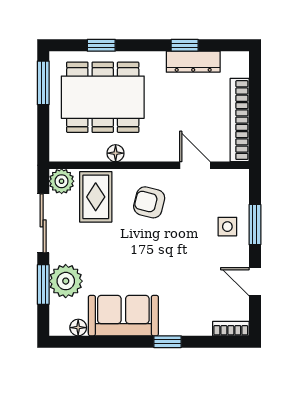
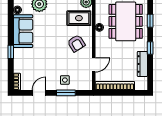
window: (185, 45) -> (150, 48), moved
armchair: (149, 202) -> (76, 43), turned 134

